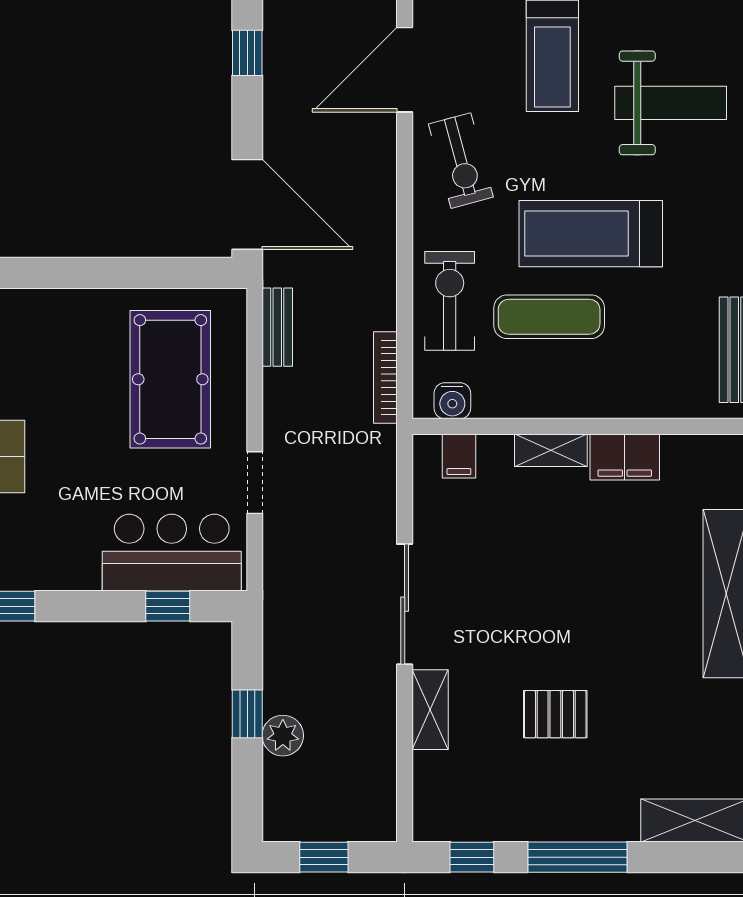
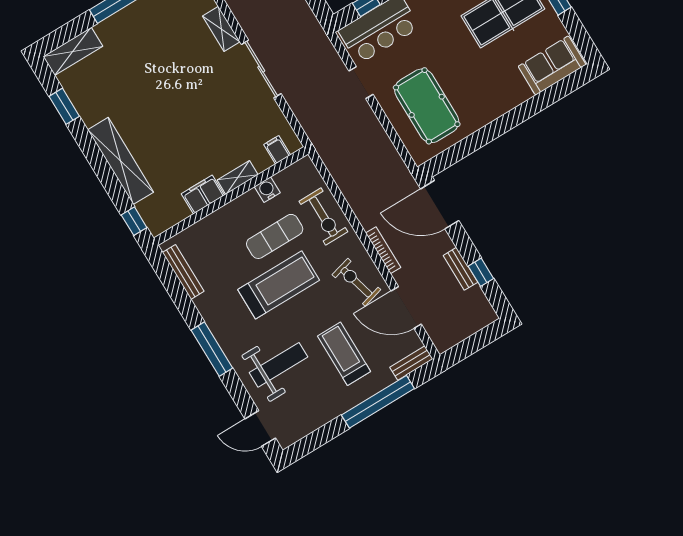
door: (405, 70) -> (406, 307), swing flipped
weight bench: (671, 103) -> (278, 365), turned 180
bench: (277, 327) -> (460, 269), moved
bookcase: (385, 378) -> (383, 250), moved
water cooler: (452, 401) -> (267, 190), moved
pallet: (555, 714) -> (164, 61), removed

